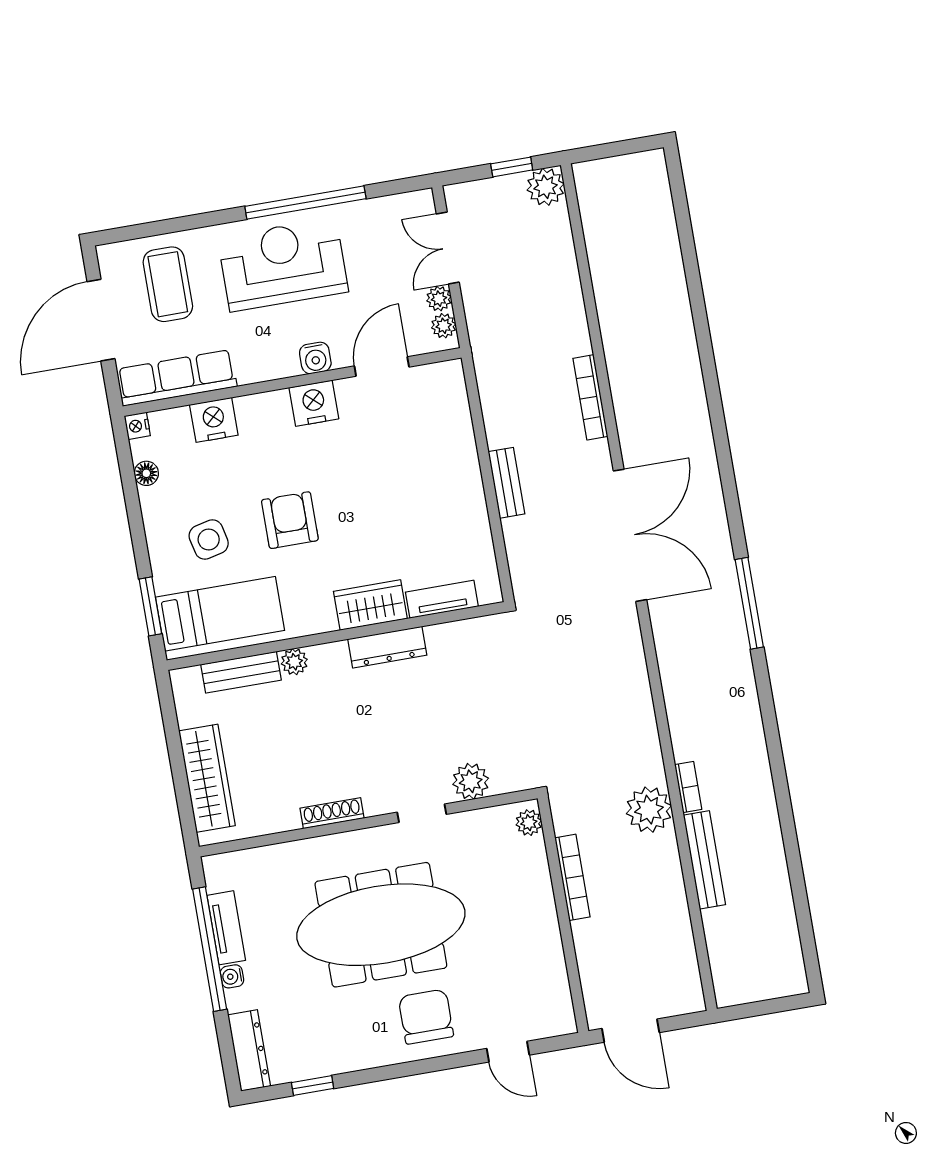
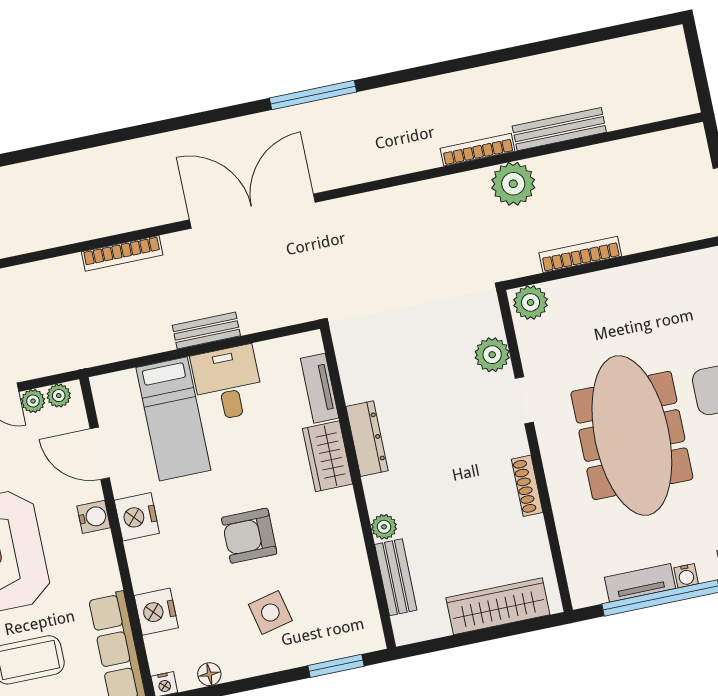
desk: (450, 503) -> (228, 383), added
bed: (220, 614) -> (173, 419), moved, turned 180
bookcase: (688, 787) -> (478, 150), width x1.56
plant: (529, 823) -> (531, 302), width x1.38, depth x1.38

